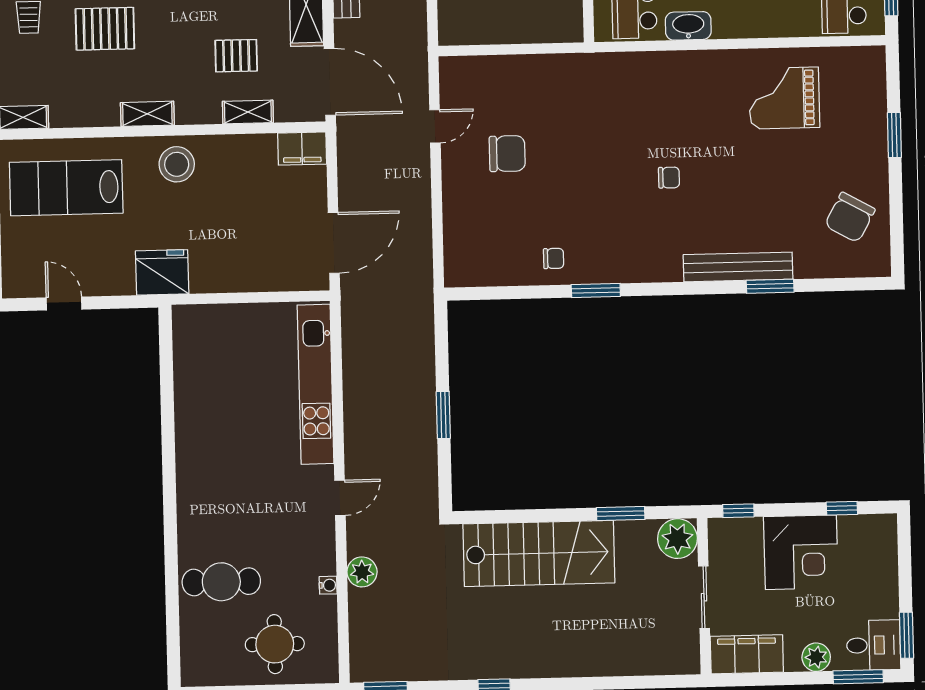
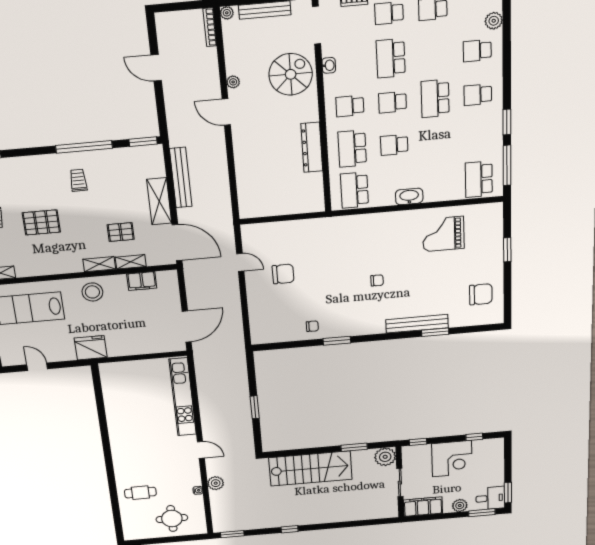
washbasin: (688, 26) -> (409, 196), moved
shelving: (147, 114) -> (99, 264), moved
door: (435, 126) -> (240, 262), hinge flipped
filing cabinet: (302, 149) -> (142, 281), moved
chair: (850, 217) -> (481, 294), turned -119
door: (340, 498) -> (201, 450), hinge flipped
cafe table: (221, 582) -> (140, 493), width x0.73, depth x0.74

